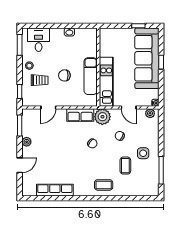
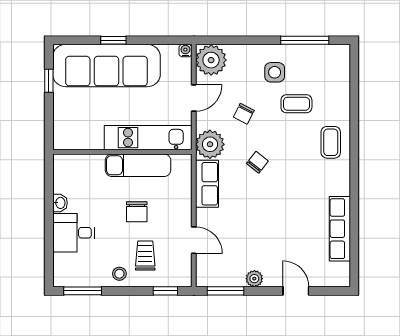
desk: (39, 40) -> (74, 233), moved
plant: (150, 113) -> (211, 60), width x1.88, depth x1.88

